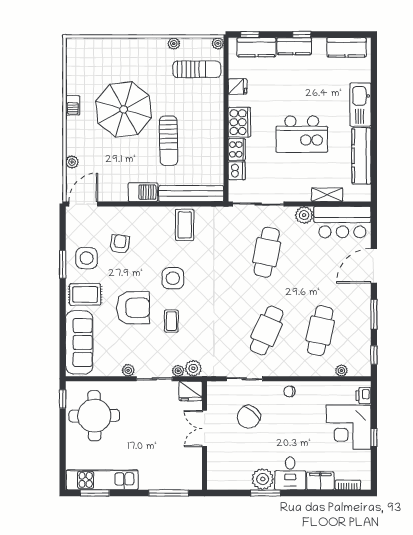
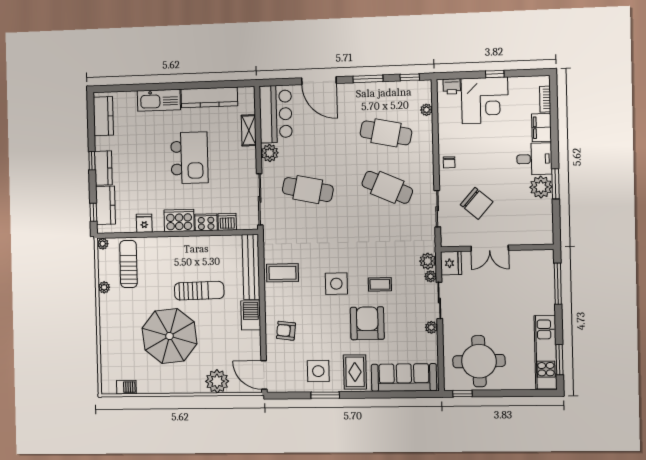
barbecue: (73, 105) -> (126, 387), moved
plant: (72, 162) -> (217, 381), width x1.87, depth x1.87
armchair: (120, 244) -> (286, 331), moved

